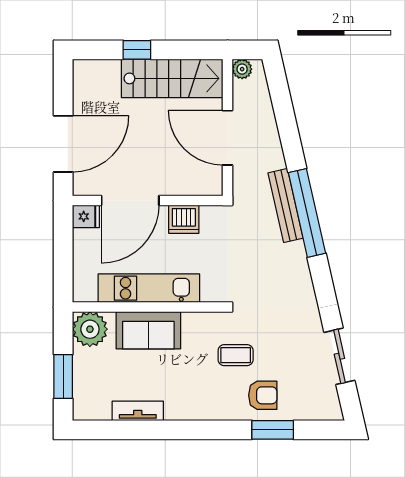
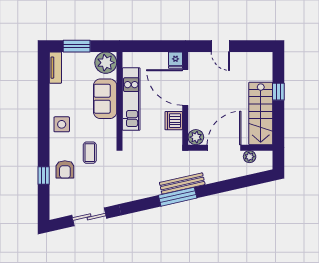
plant: (242, 69) -> (250, 157), moved
door: (63, 144) -> (220, 46), width x0.53
plant: (211, 183) -> (196, 137), added
window: (307, 213) -> (178, 197), width x0.68
side table: (190, 401) -> (62, 124), added
tv unit: (138, 411) -> (55, 68), moved
window: (273, 430) -> (44, 176), width x0.67

